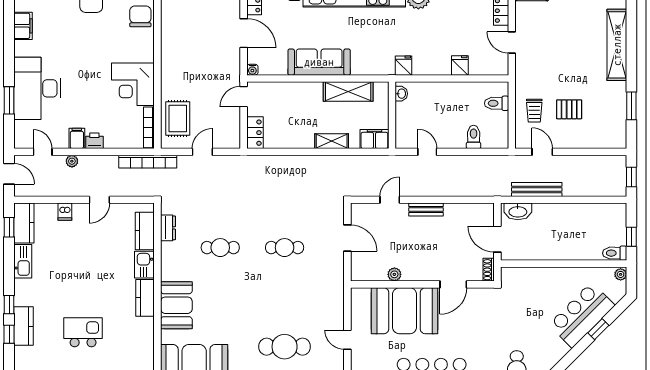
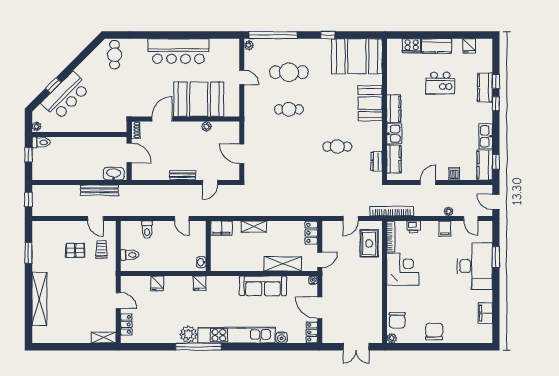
shelving: (348, 92) -> (283, 264), moved
printer: (94, 141) -> (414, 227), moved
cafe table: (285, 248) -> (289, 109), moved

